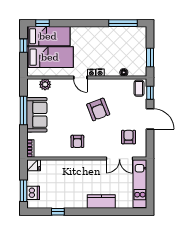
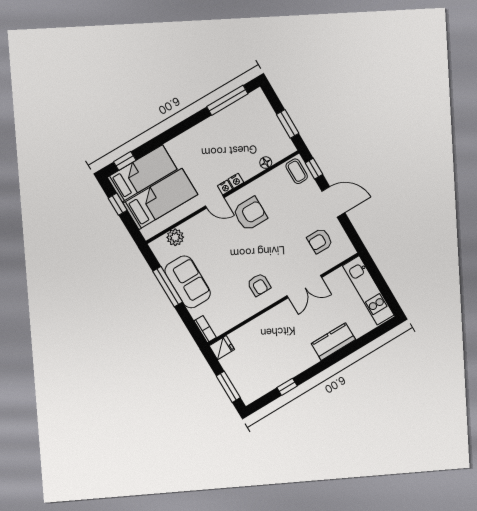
armchair: (98, 109) -> (250, 214), moved, turned -69
armchair: (129, 137) -> (320, 241), turned -90
double door: (120, 159) -> (304, 287), moved
dishwasher: (33, 193) -> (242, 382), removed

